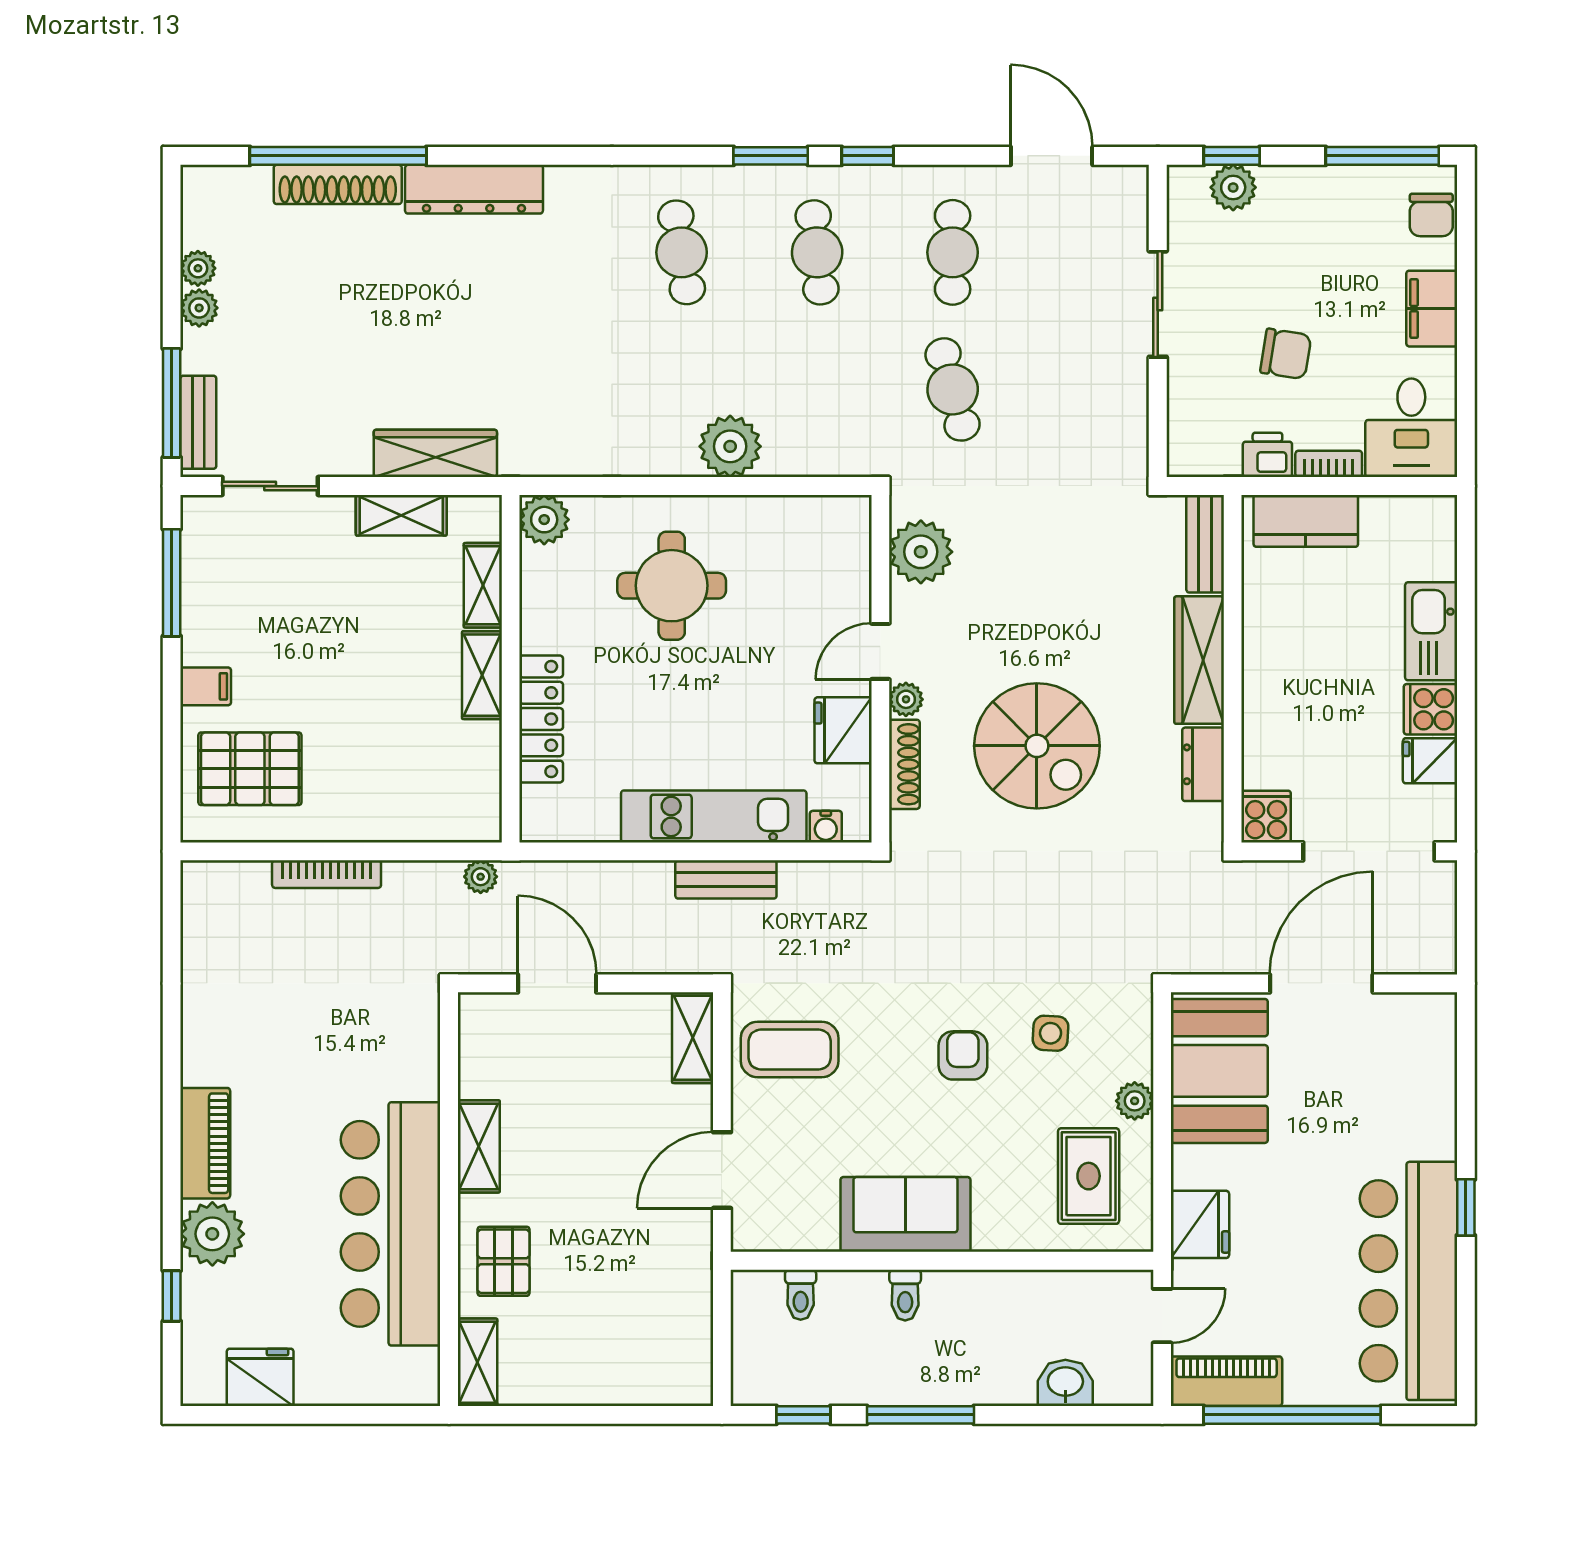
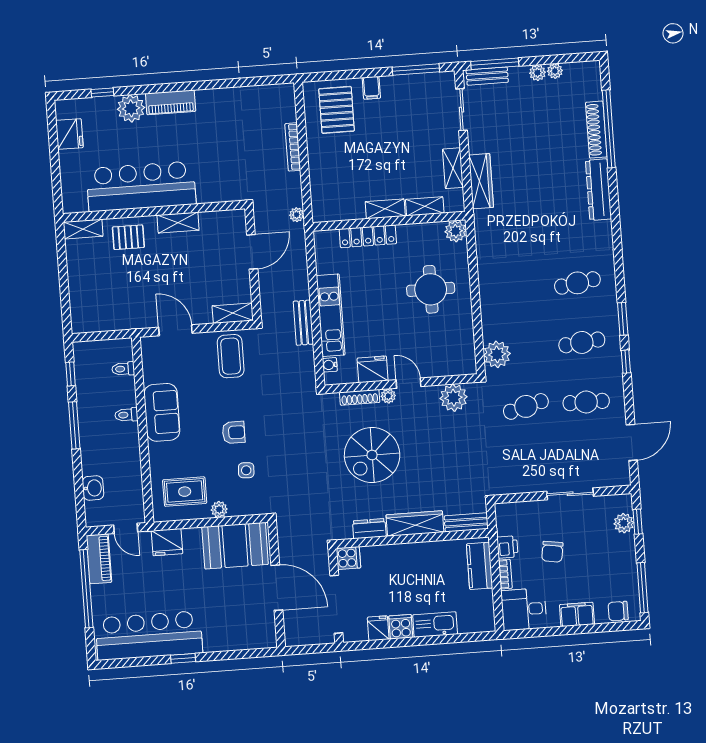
plant: (730, 446) -> (497, 354), moved

